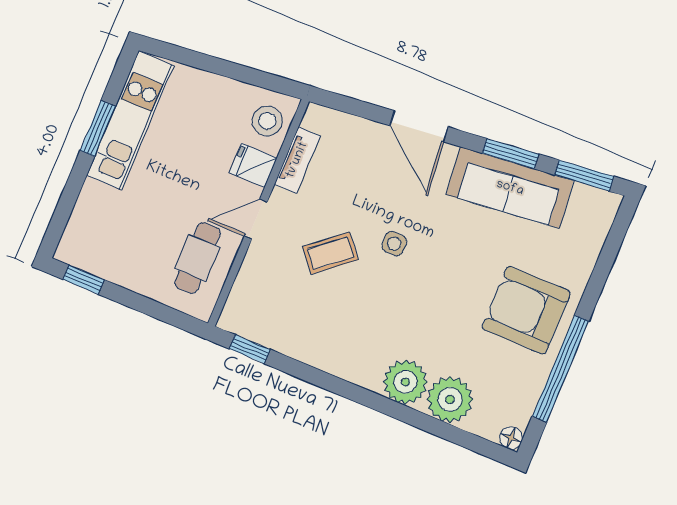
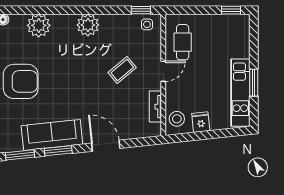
fridge: (253, 165) -> (201, 122), moved, turned -96
side table: (394, 244) -> (147, 24), moved
plant: (405, 382) -> (88, 25), moved

